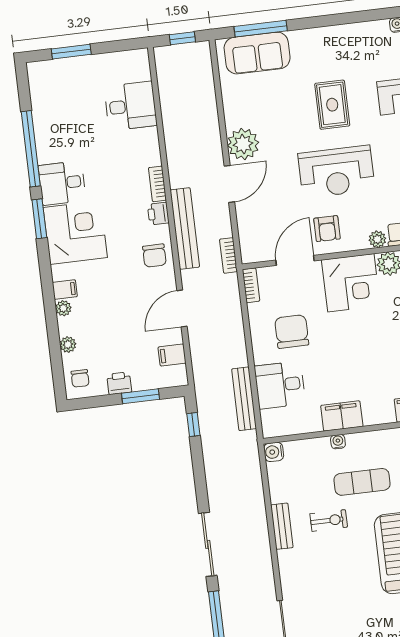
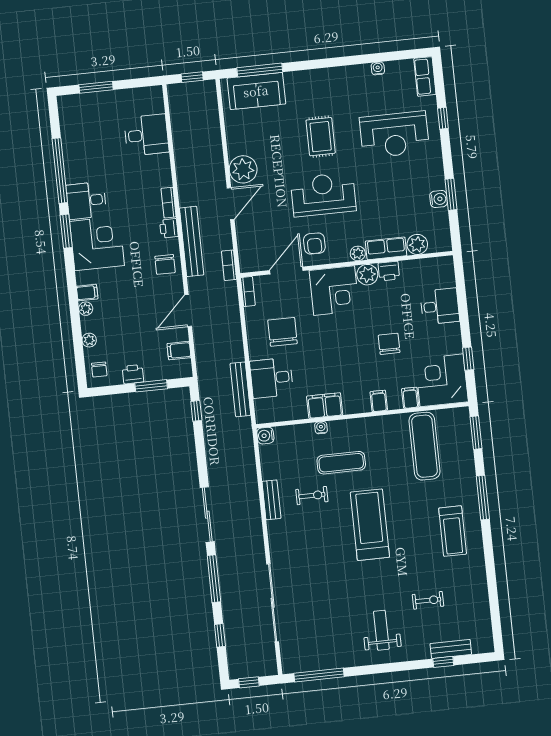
reception desk: (336, 172) -> (323, 195), turned 180

